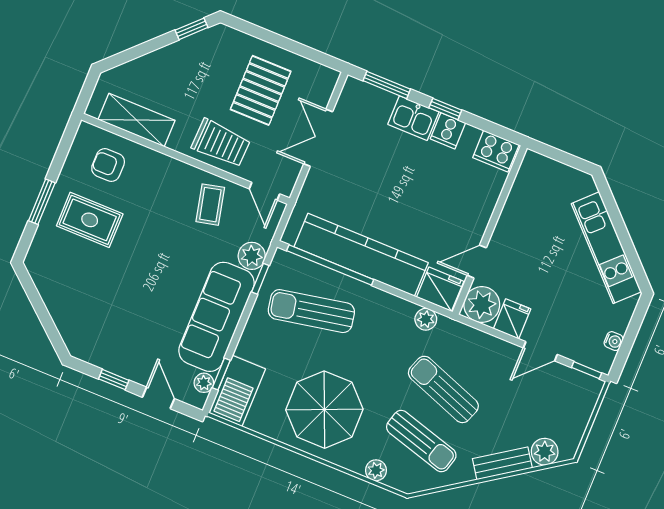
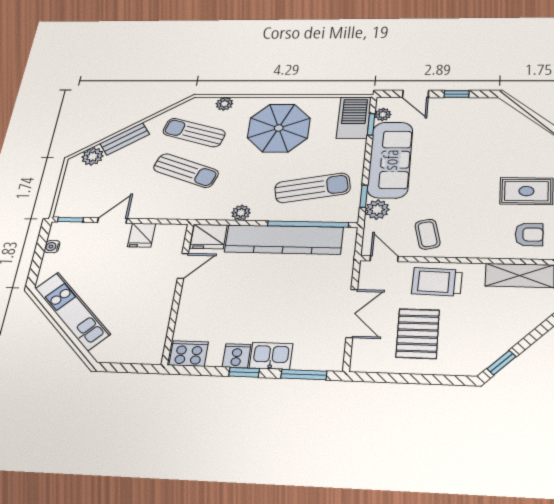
plant: (482, 305) -> (170, 237), removed
plant: (426, 319) -> (241, 213), moved

